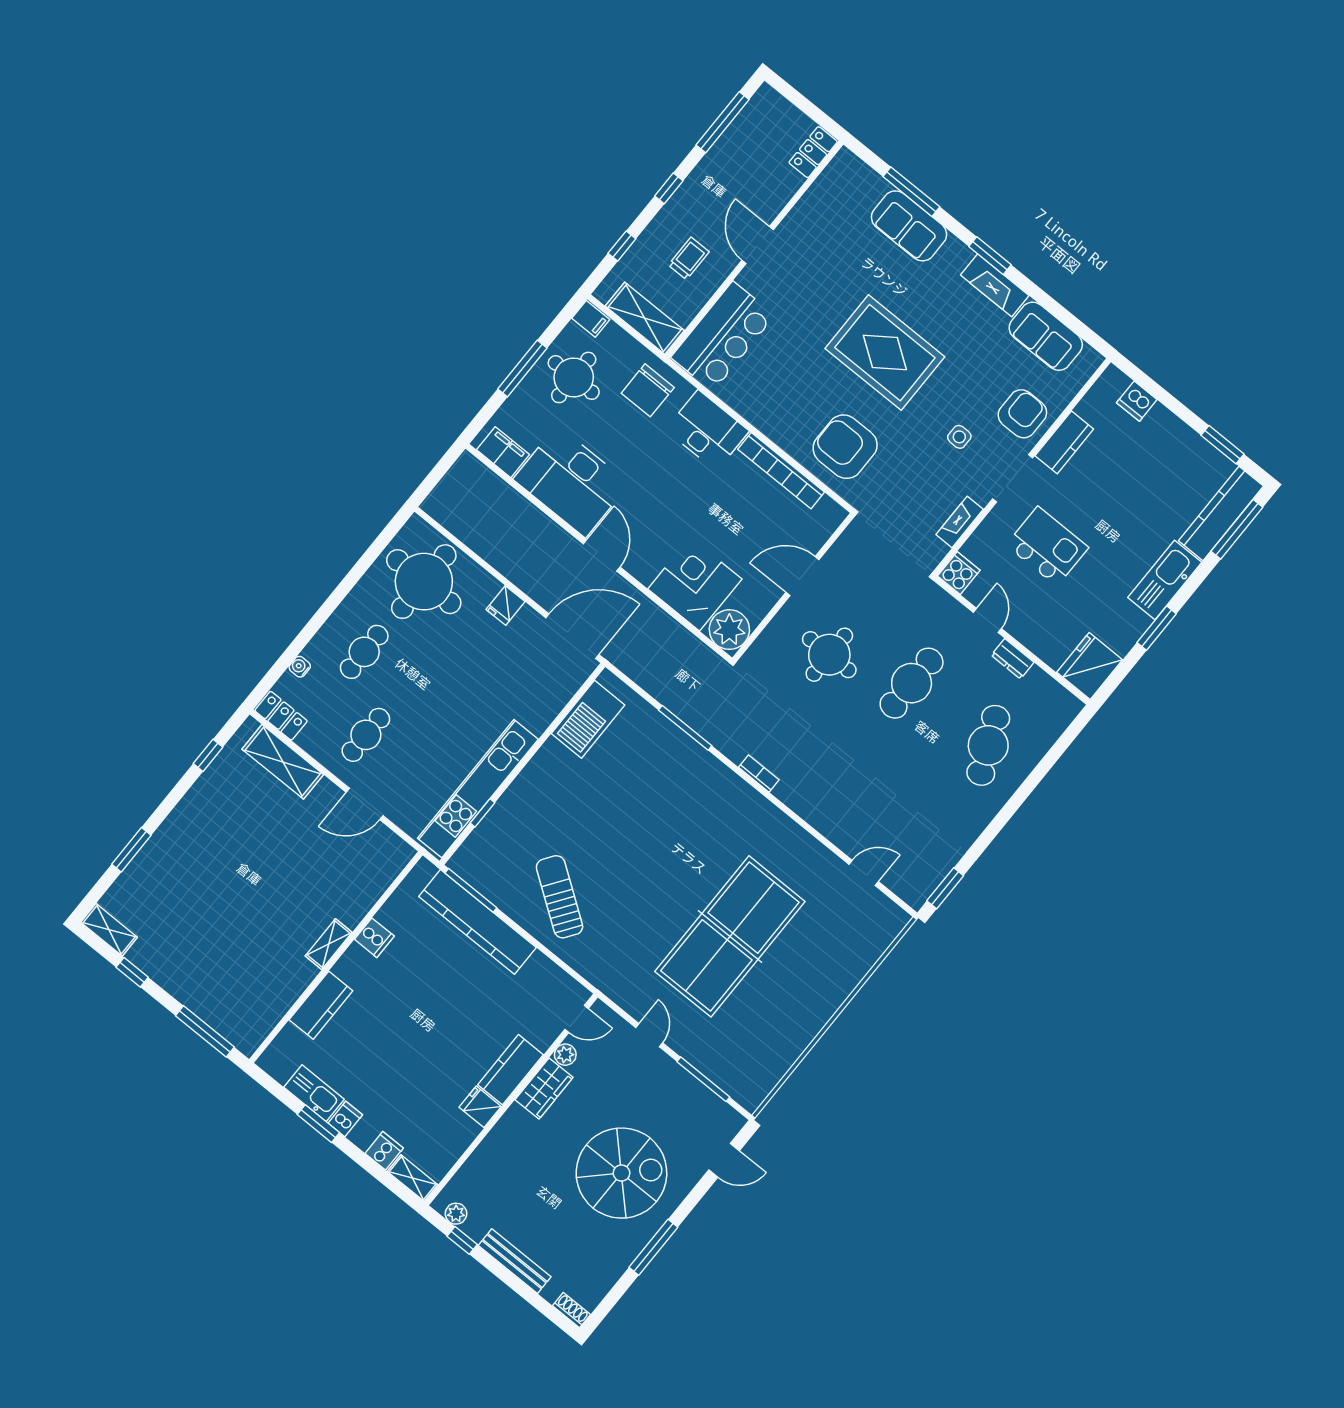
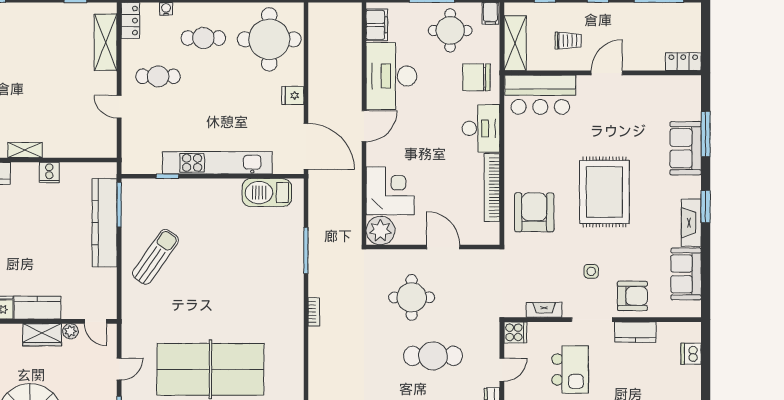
kitchen unit: (478, 789) -> (217, 163), moved
door: (365, 804) -> (119, 107), width x0.73

